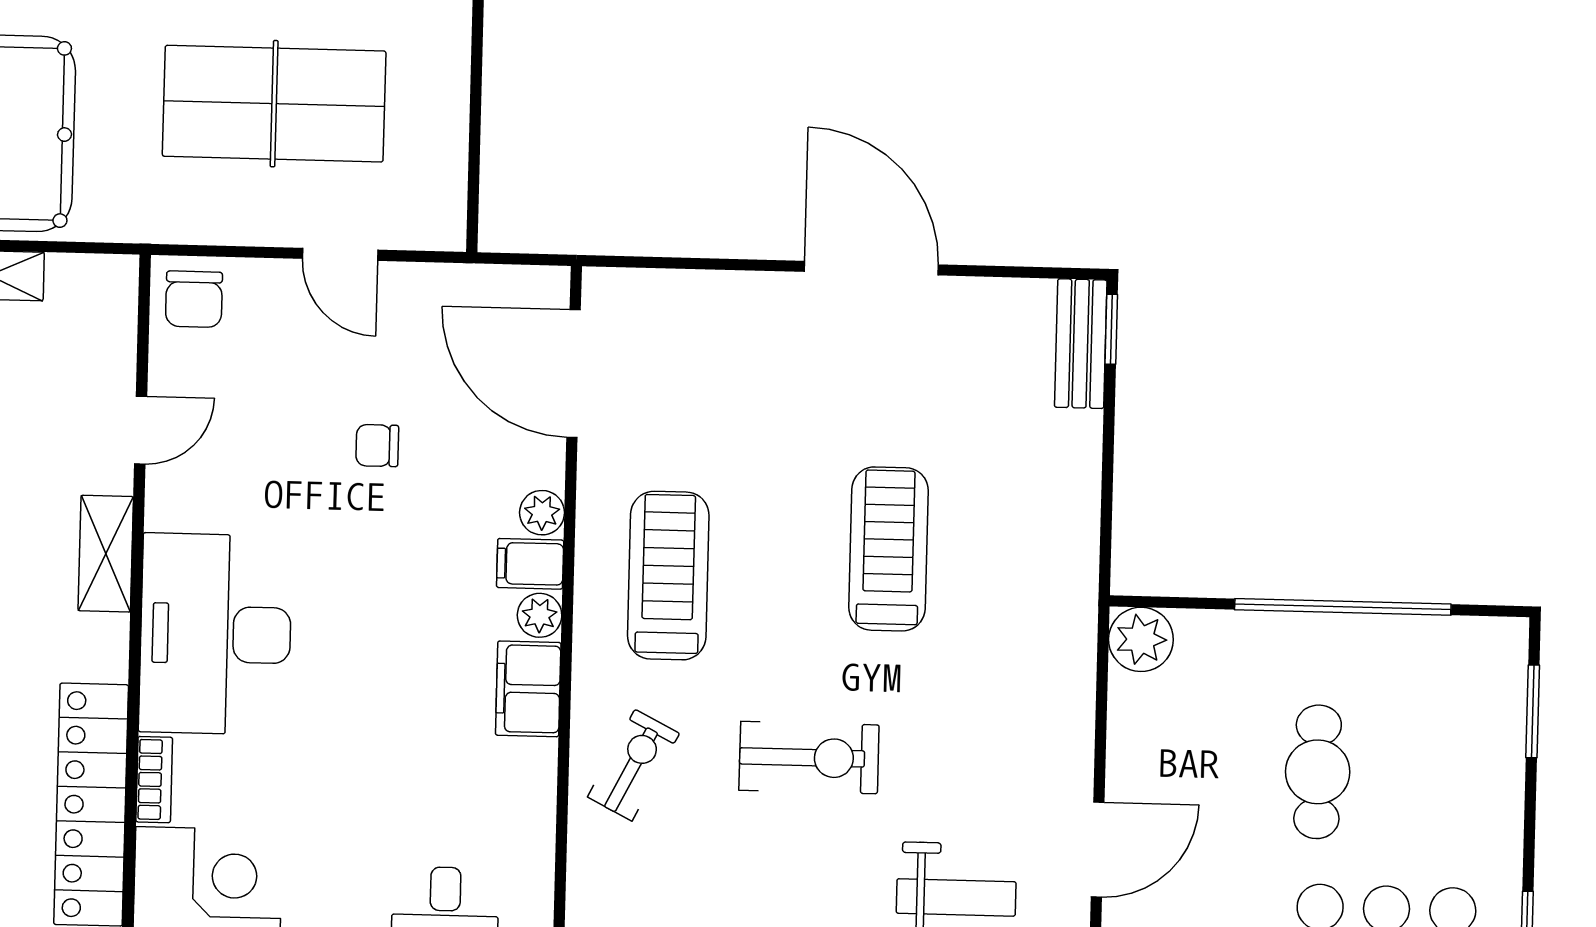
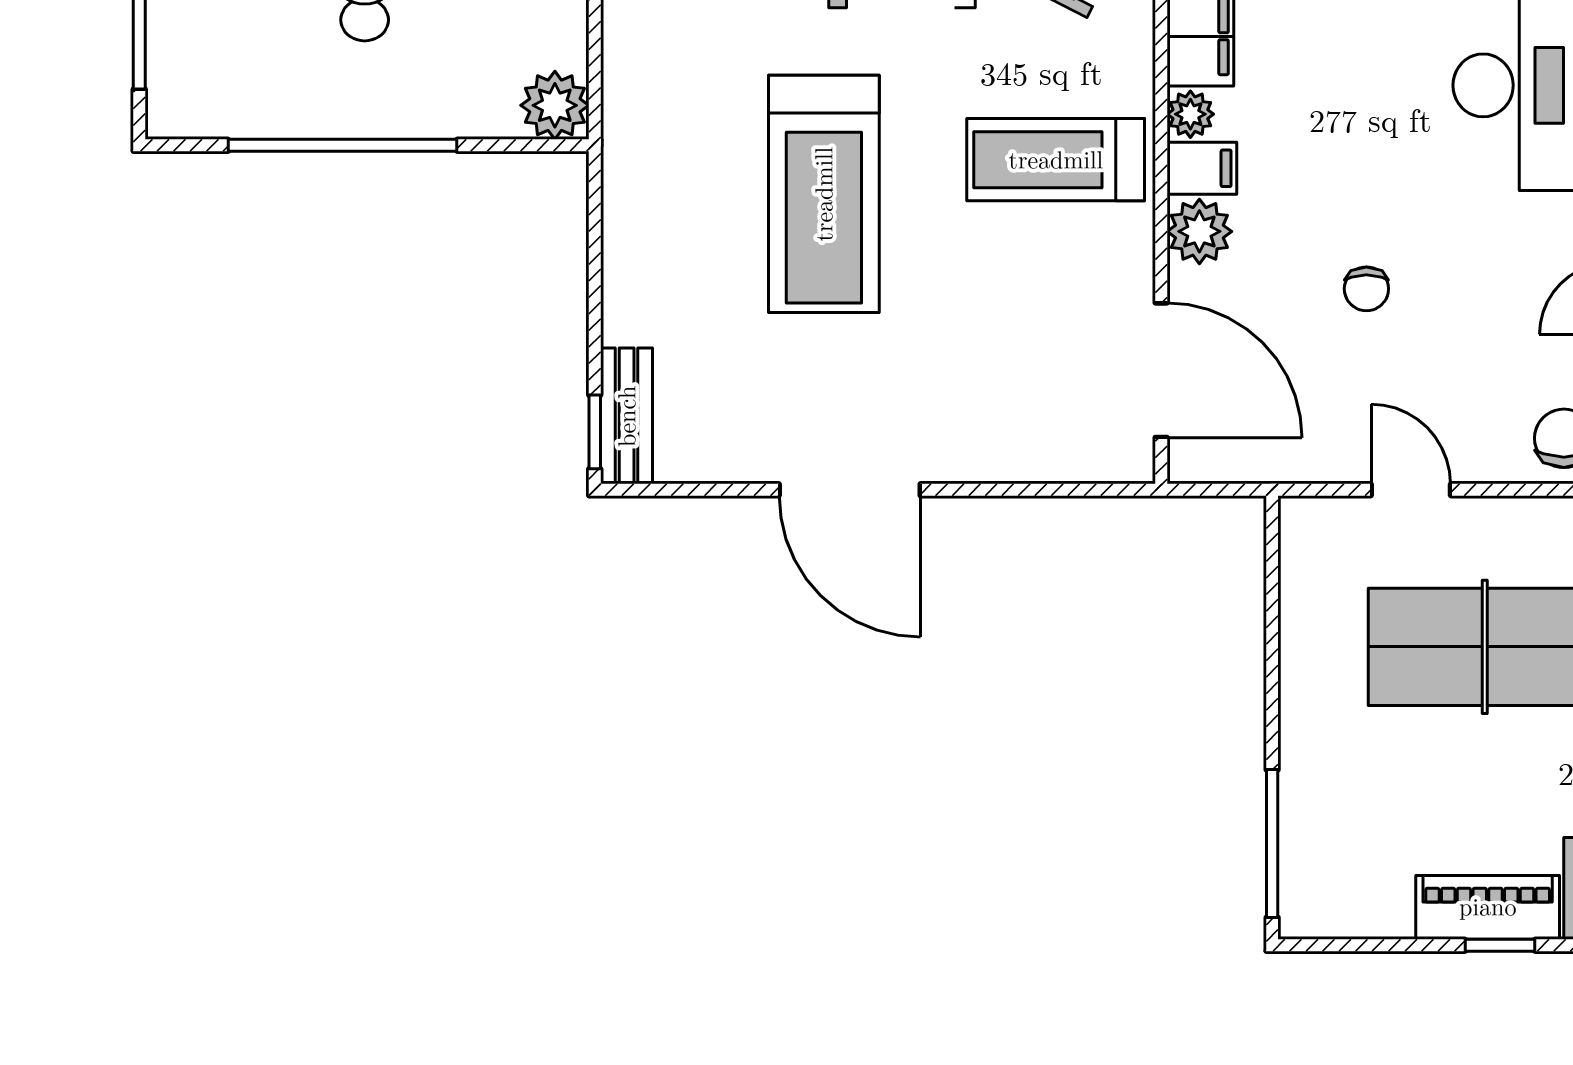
chair: (377, 446) -> (1366, 289), turned 90
plant: (542, 513) -> (1199, 231), width x1.38, depth x1.38
treadmill: (888, 549) -> (824, 194), width x1.37, depth x1.38
treadmill: (668, 576) -> (1056, 160), turned 90

